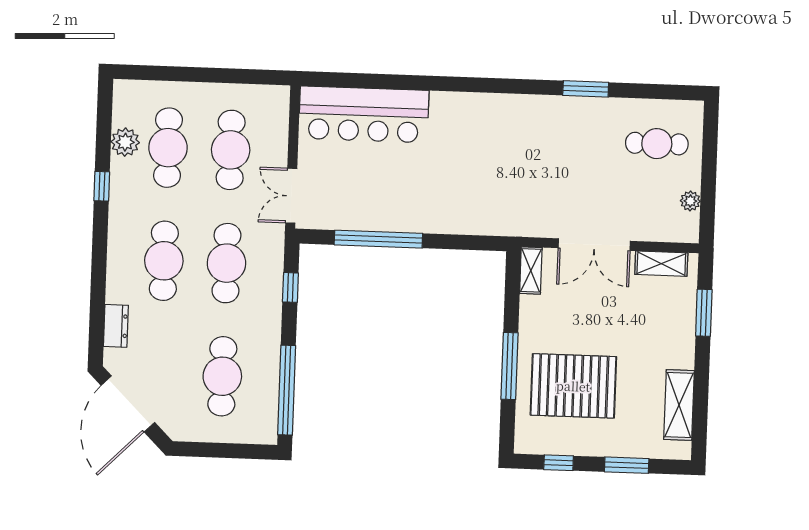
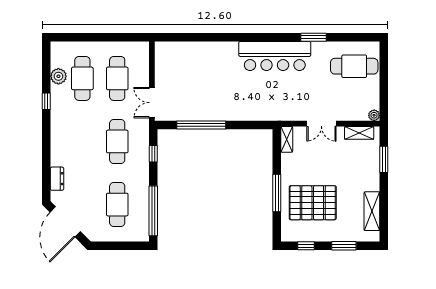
bar counter: (364, 114) -> (275, 56), moved
cafe table: (657, 144) -> (354, 66), width x1.37, depth x1.35
plant: (690, 201) -> (374, 115), moved
double door: (594, 245) -> (321, 124), width x0.73
cafe table: (164, 261) -> (82, 141), removed

